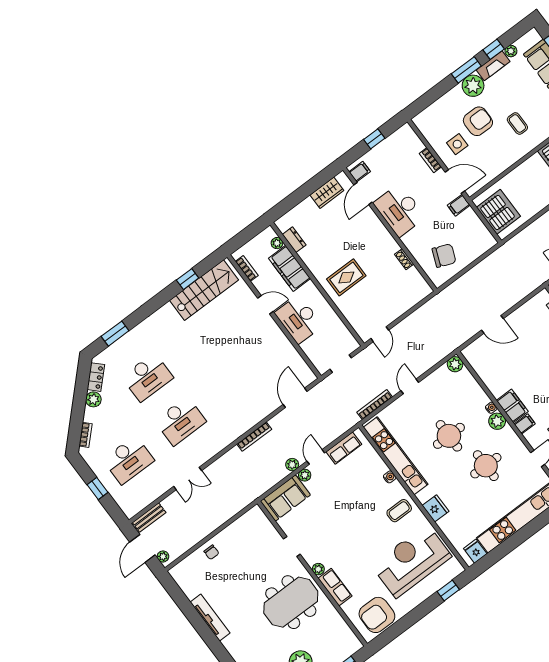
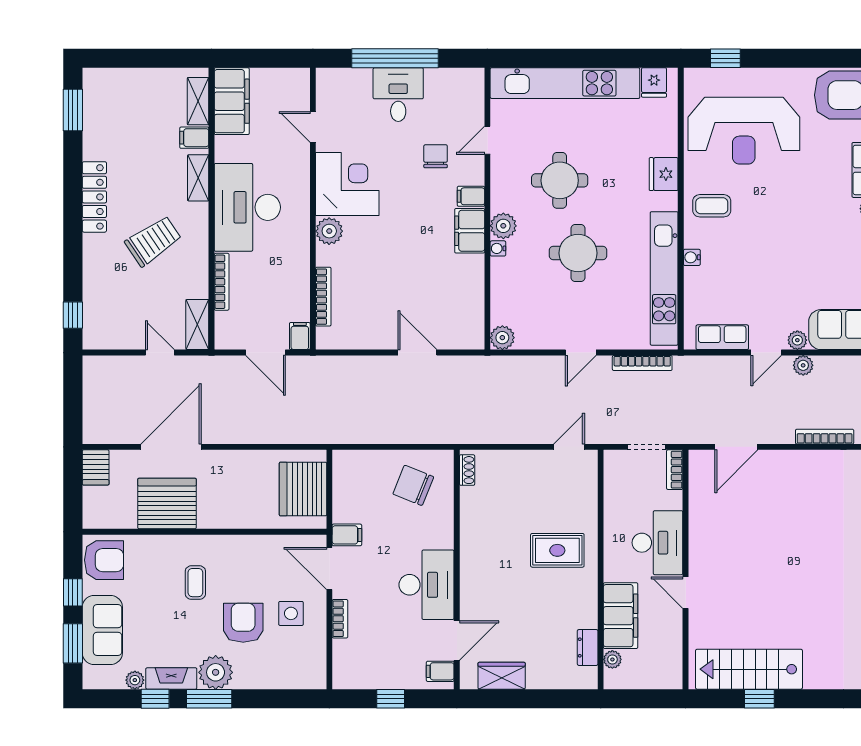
armchair: (478, 121) -> (243, 623), turned 90
shoe rack: (404, 259) -> (467, 470), moved
bookcase: (247, 268) -> (675, 470), moved

